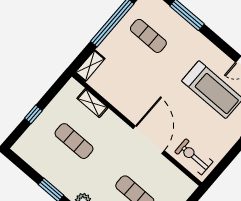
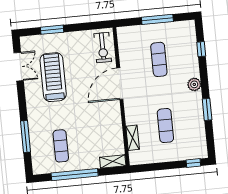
window: (33, 114) -> (193, 163), moved

